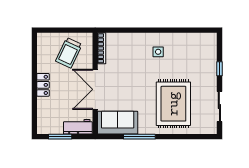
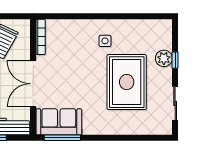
plant: (210, 67) -> (164, 58), added
rug: (173, 104) -> (127, 82), moved
window: (139, 137) -> (62, 138), moved

